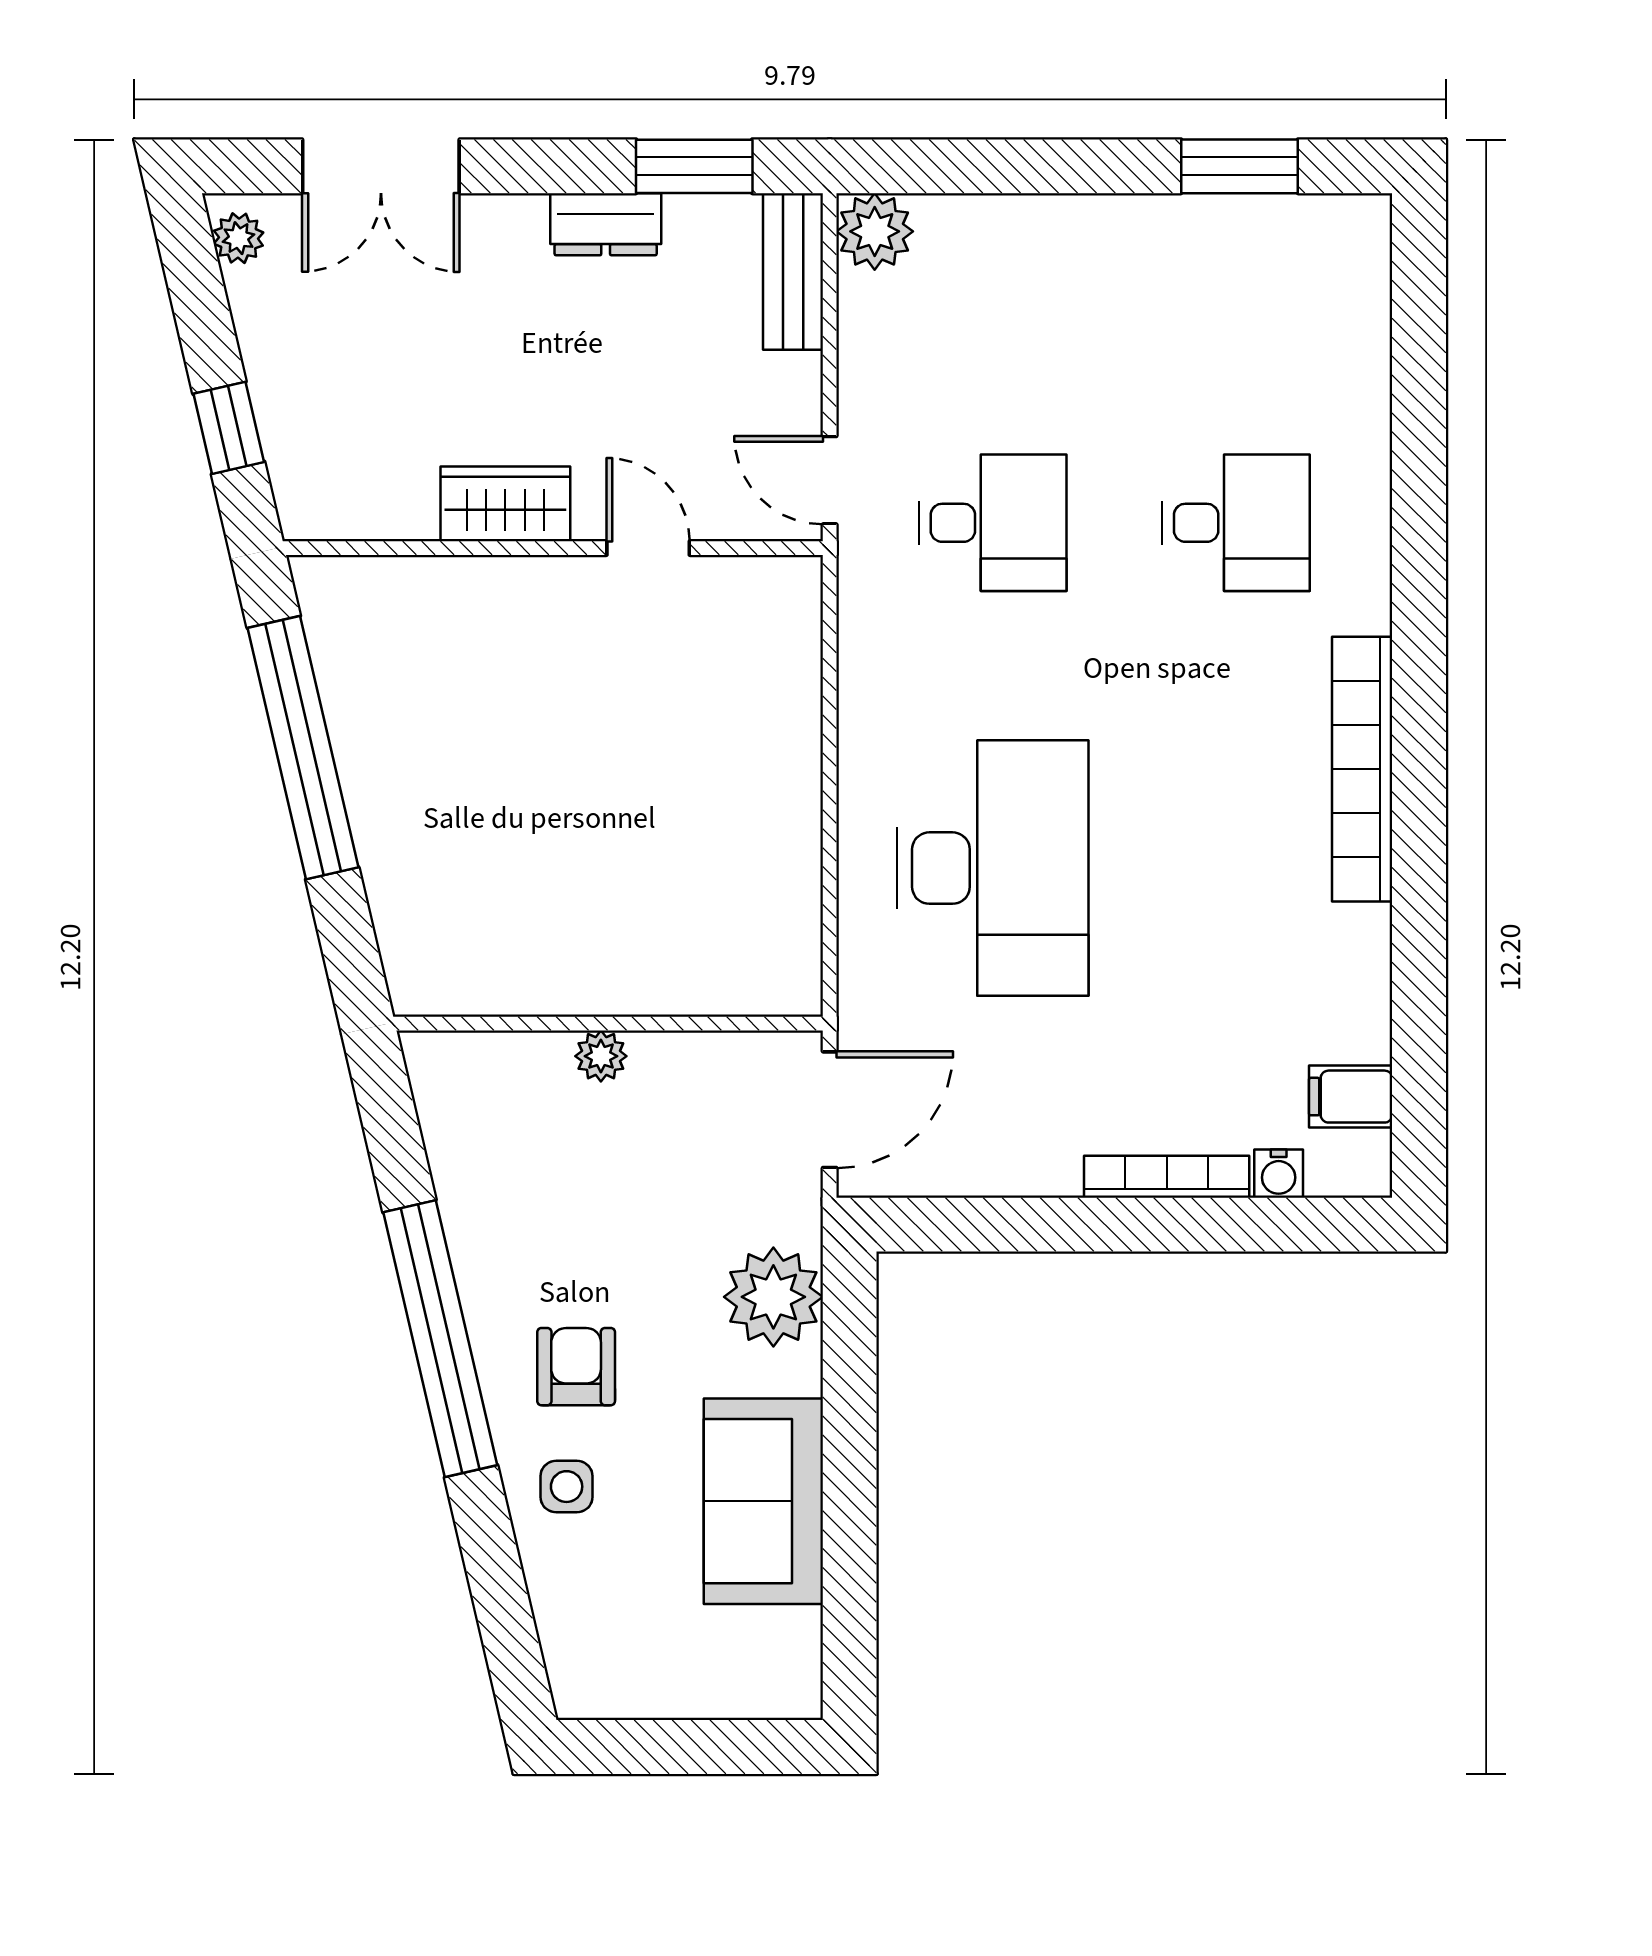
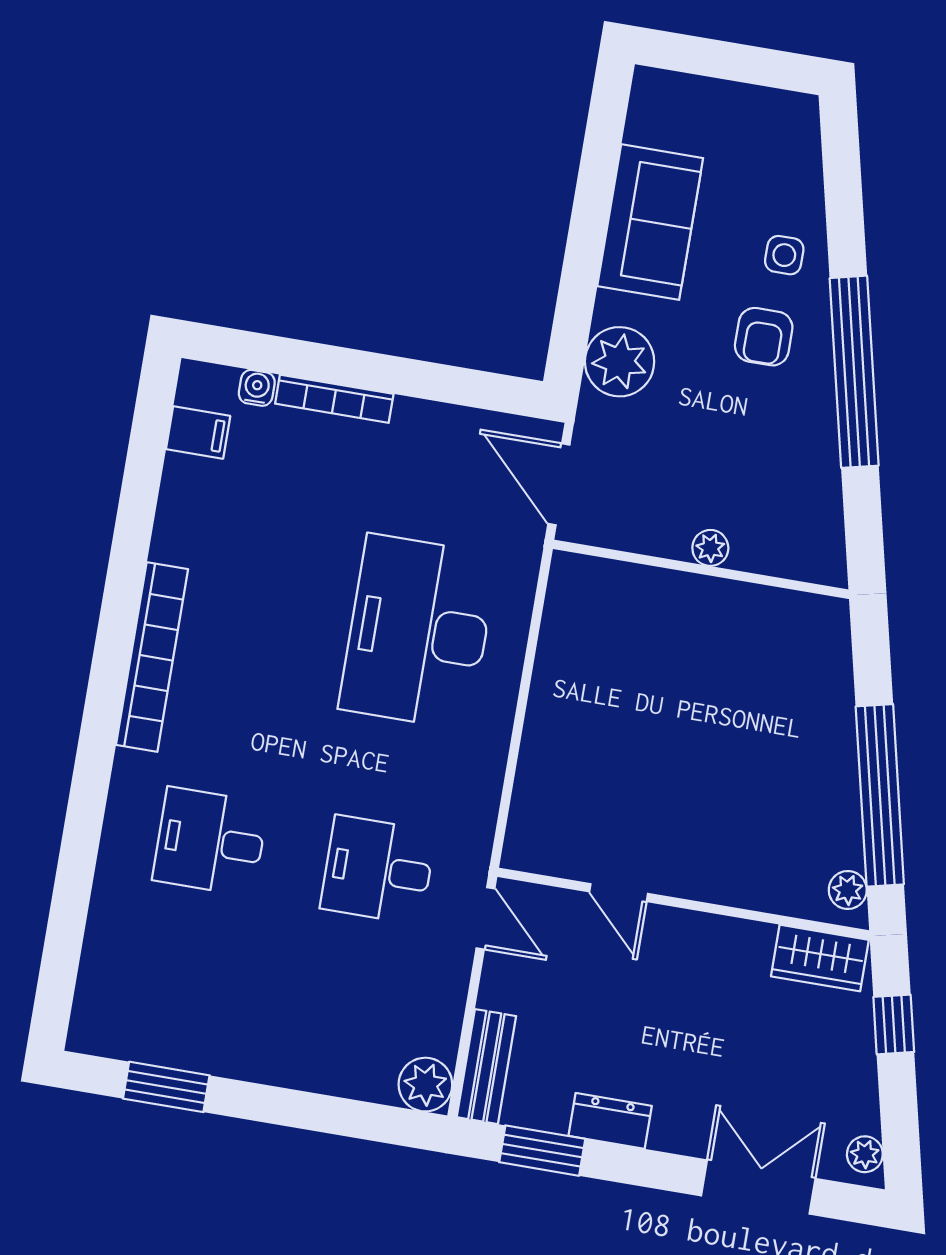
wardrobe: (505, 504) -> (820, 958), moved
plant: (326, 607) -> (848, 890), added
door: (830, 1110) -> (559, 484), hinge flipped

